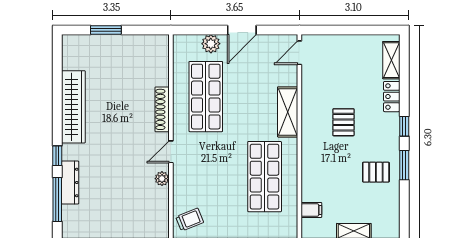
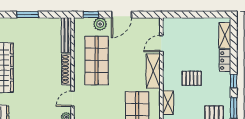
window: (197, 30) -> (91, 15), added
door: (299, 53) -> (161, 43), moved
bench: (162, 60) -> (66, 35), added
pallet: (343, 122) -> (192, 78), turned 90
shelving: (309, 158) -> (168, 103), added

